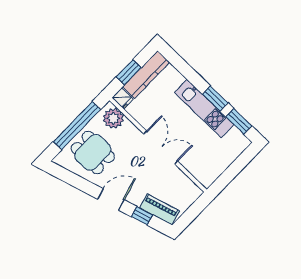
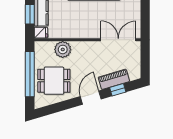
plant: (113, 118) -> (63, 49), moved
double door: (161, 147) -> (118, 40), moved
piano: (159, 209) -> (114, 79), moved

